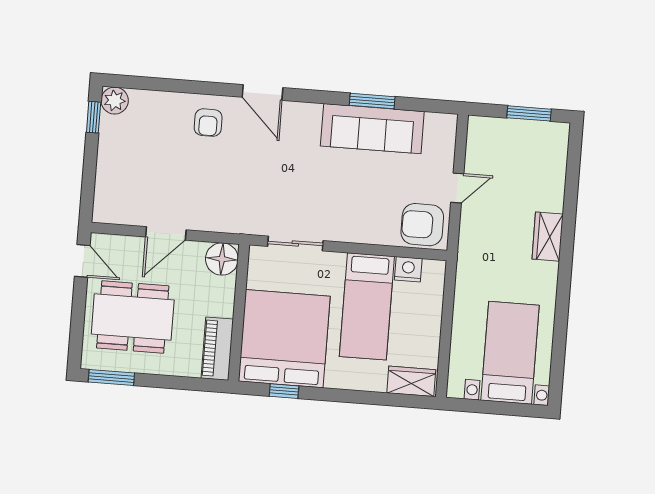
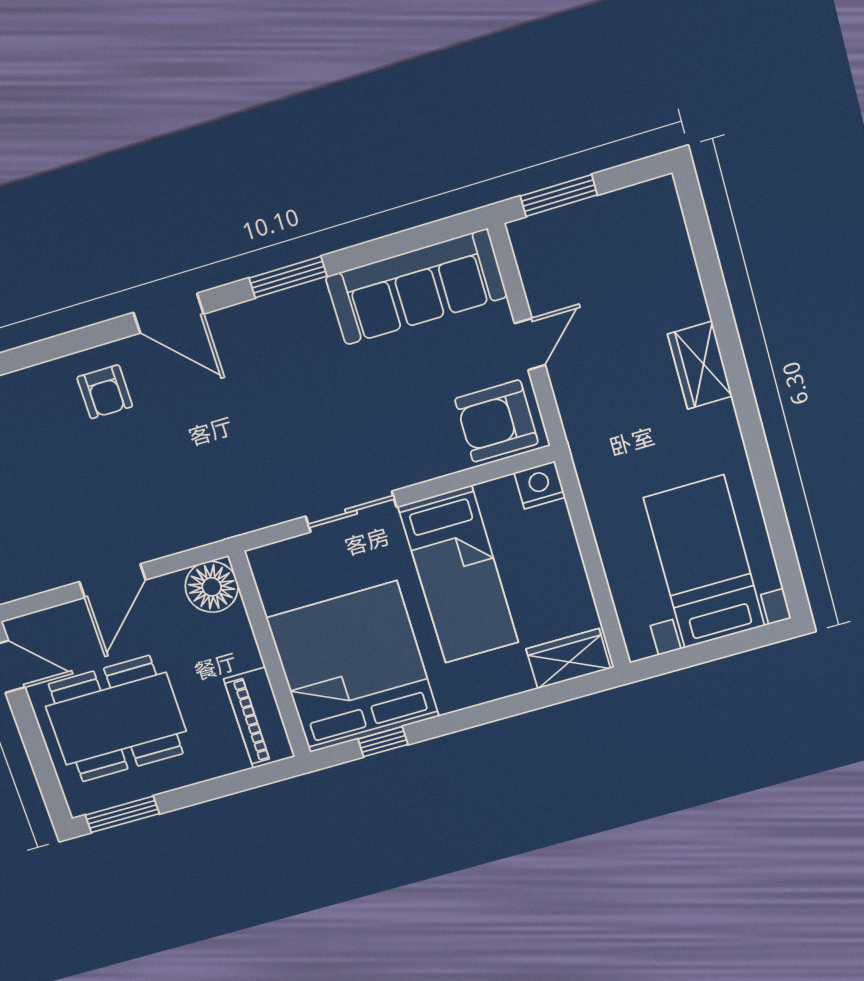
window: (372, 101) -> (288, 277), moved
window: (529, 113) -> (559, 196), moved
sofa: (372, 129) -> (416, 287), moved
sliding door: (295, 243) -> (351, 512), moved
nightstand: (408, 269) -> (540, 485), moved

